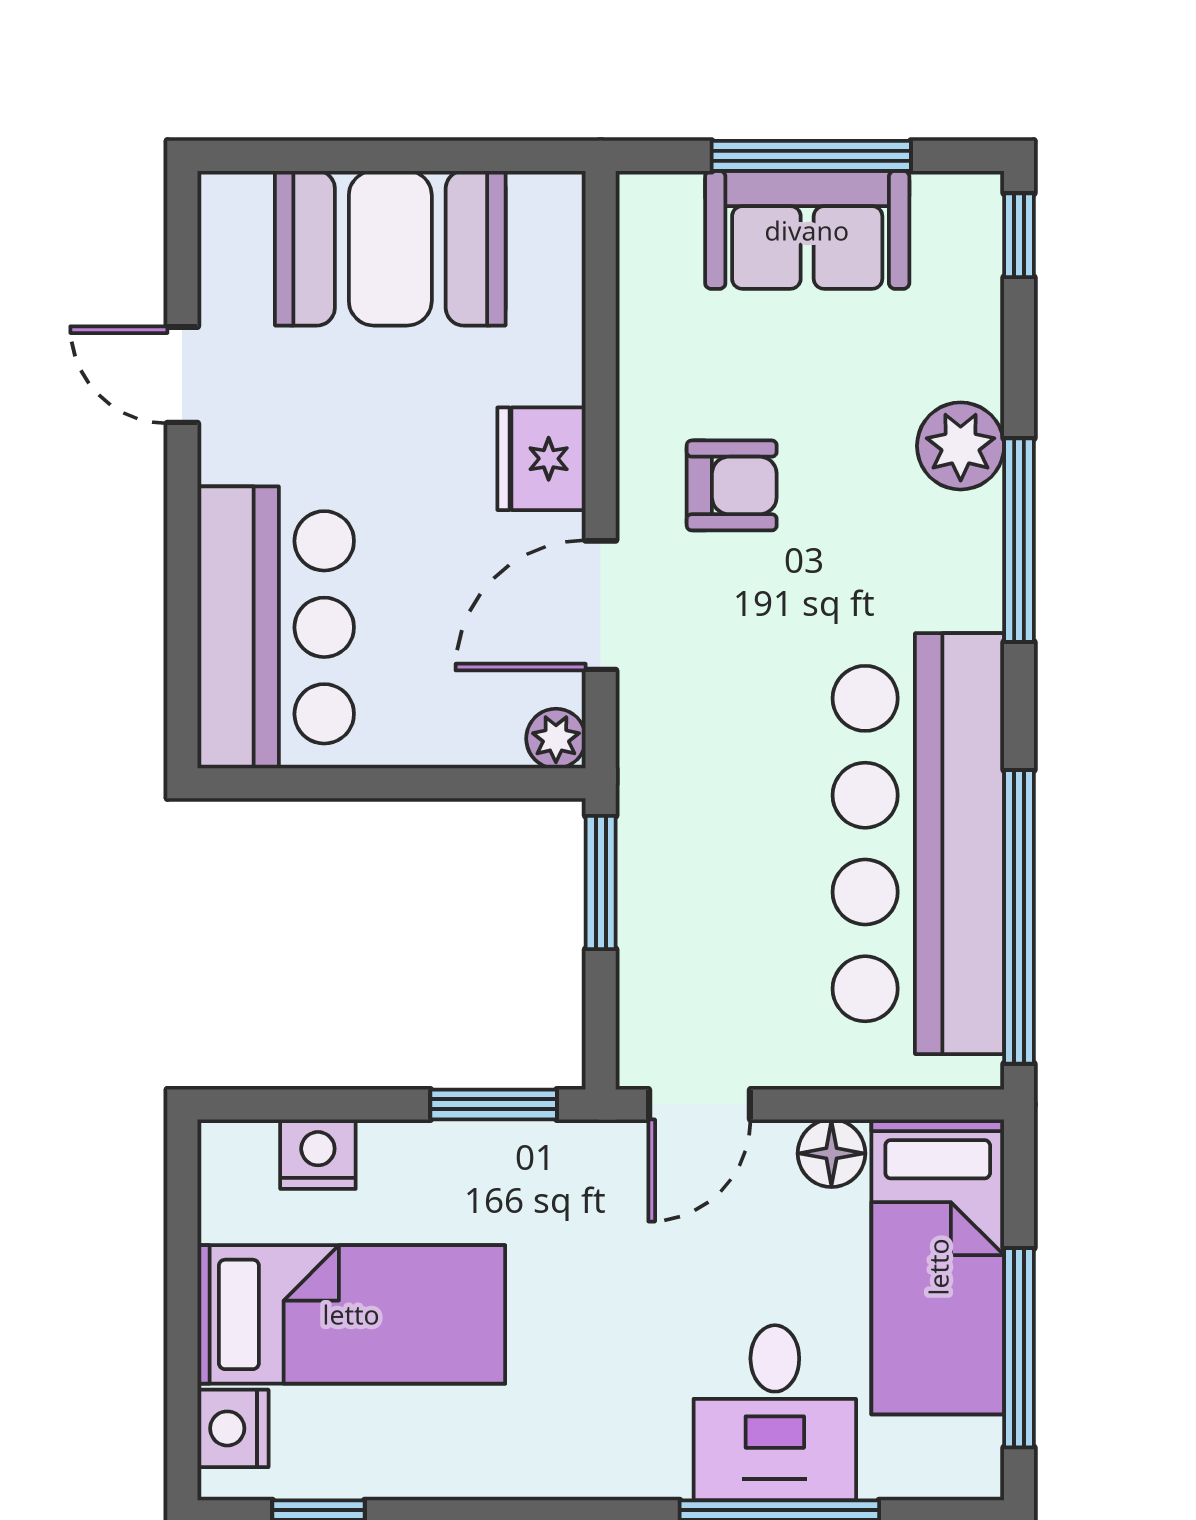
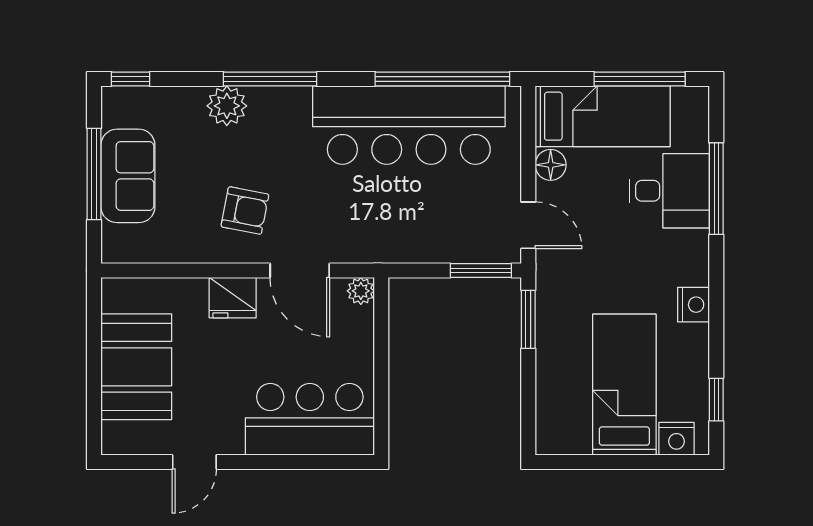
armchair: (732, 485) -> (245, 211), turned 101
window: (601, 883) -> (481, 270), moved
nightstand: (318, 1154) -> (694, 305), moved, turned 180

